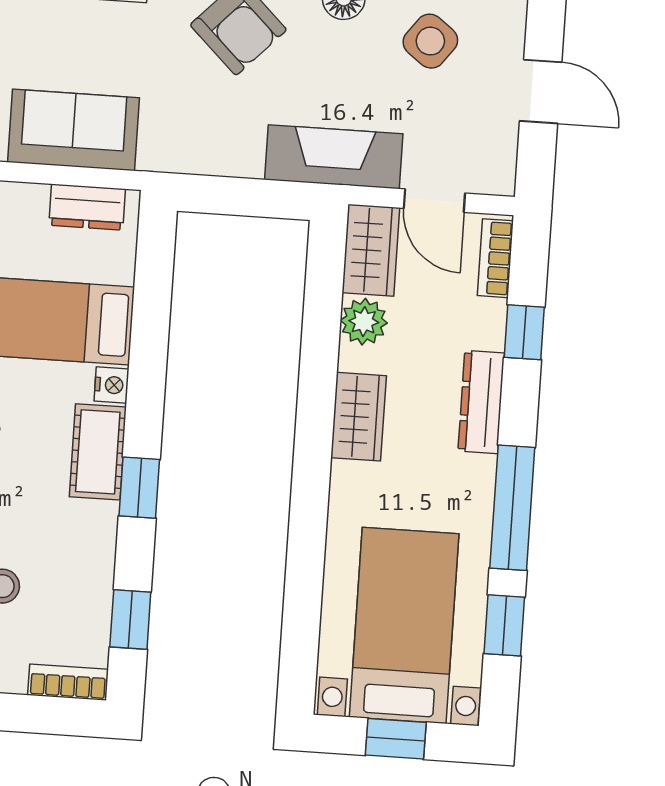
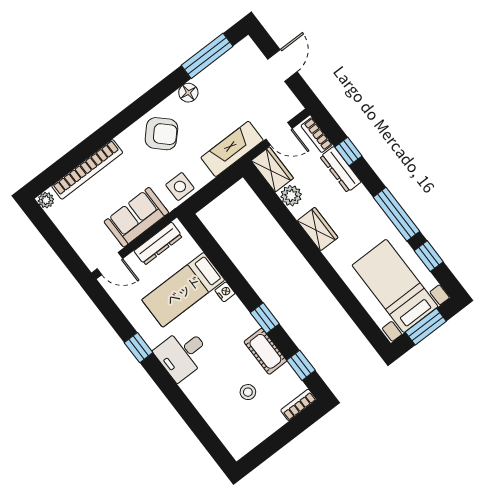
side table: (430, 41) -> (180, 187), moved, turned -37
door: (541, 91) -> (282, 65), hinge flipped
dresser: (87, 207) -> (158, 244), width x1.44
dresser: (481, 402) -> (340, 169), moved
cot: (98, 452) -> (265, 351), moved
window: (396, 739) -> (426, 327), width x1.50

